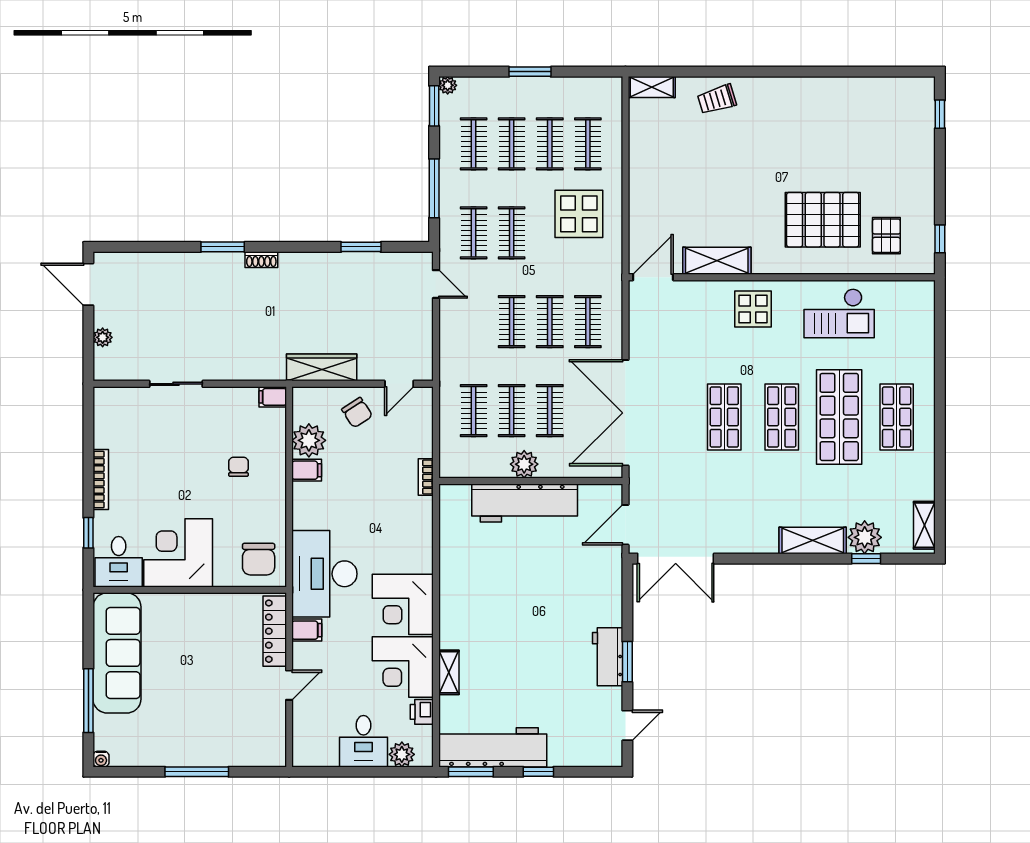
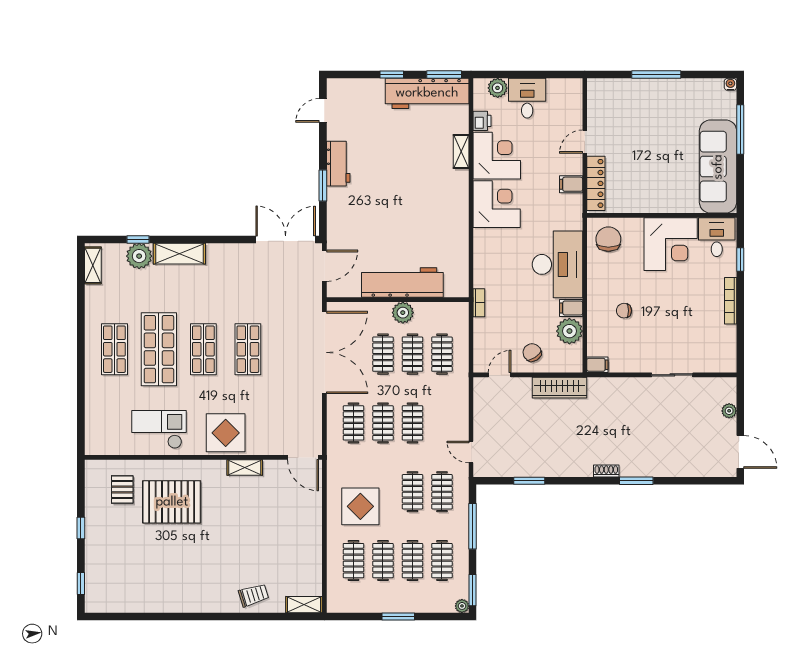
window: (940, 239) -> (81, 528), moved
shelving: (717, 261) -> (245, 467), width x0.67, depth x0.75
door: (653, 277) -> (303, 457), hinge flipped
display table: (753, 309) -> (226, 433), width x1.36, depth x1.36
chair: (238, 467) -> (624, 311), turned 90
desk: (324, 574) -> (557, 264), moved
window: (627, 662) -> (323, 185), moved

